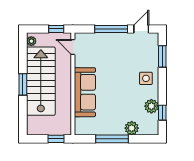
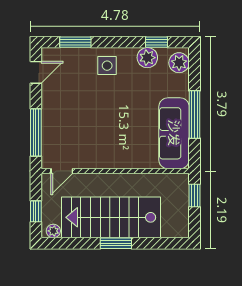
window: (56, 29) -> (36, 211), moved
window: (111, 29) -> (36, 133), moved
door: (141, 29) -> (36, 72), swing flipped
sofa: (85, 92) -> (174, 133), moved, turned -90
plant: (132, 128) -> (179, 63), moved

